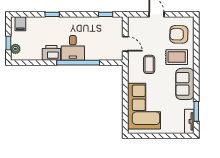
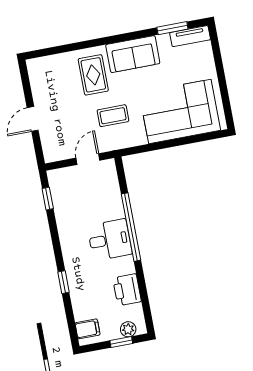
armchair: (179, 34) -> (57, 78), removed
printer: (51, 53) -> (127, 290), moved

